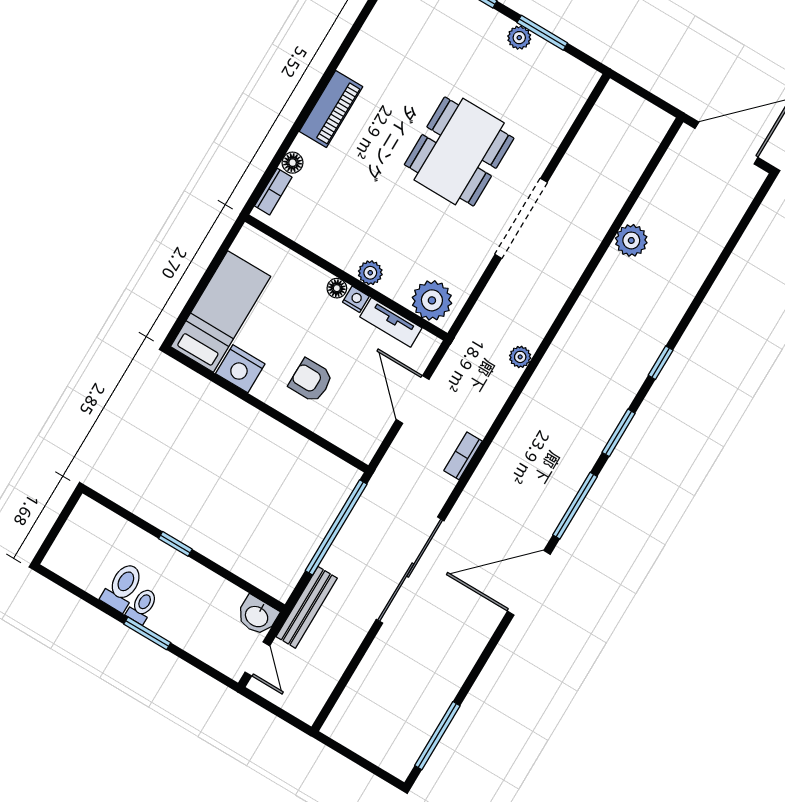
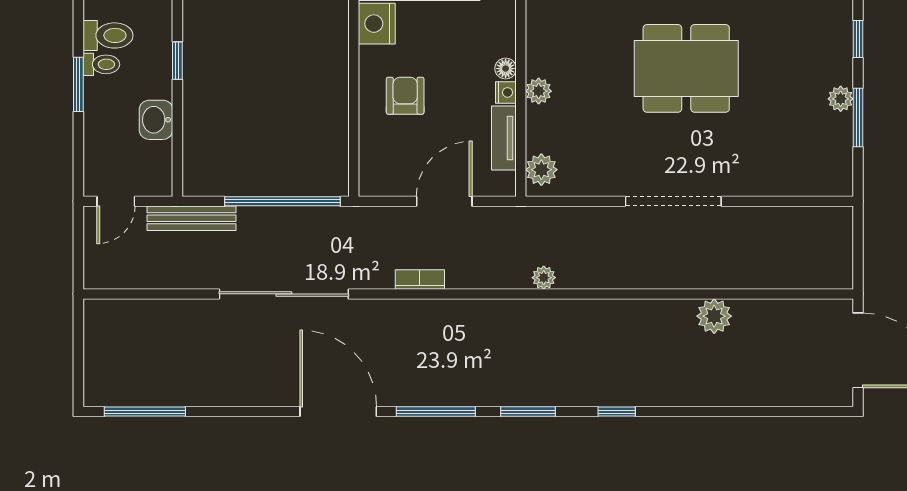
dining table: (459, 151) -> (686, 68), moved
plant: (432, 300) -> (541, 170), width x0.73, depth x0.73
washbasin: (257, 616) -> (156, 120), moved

